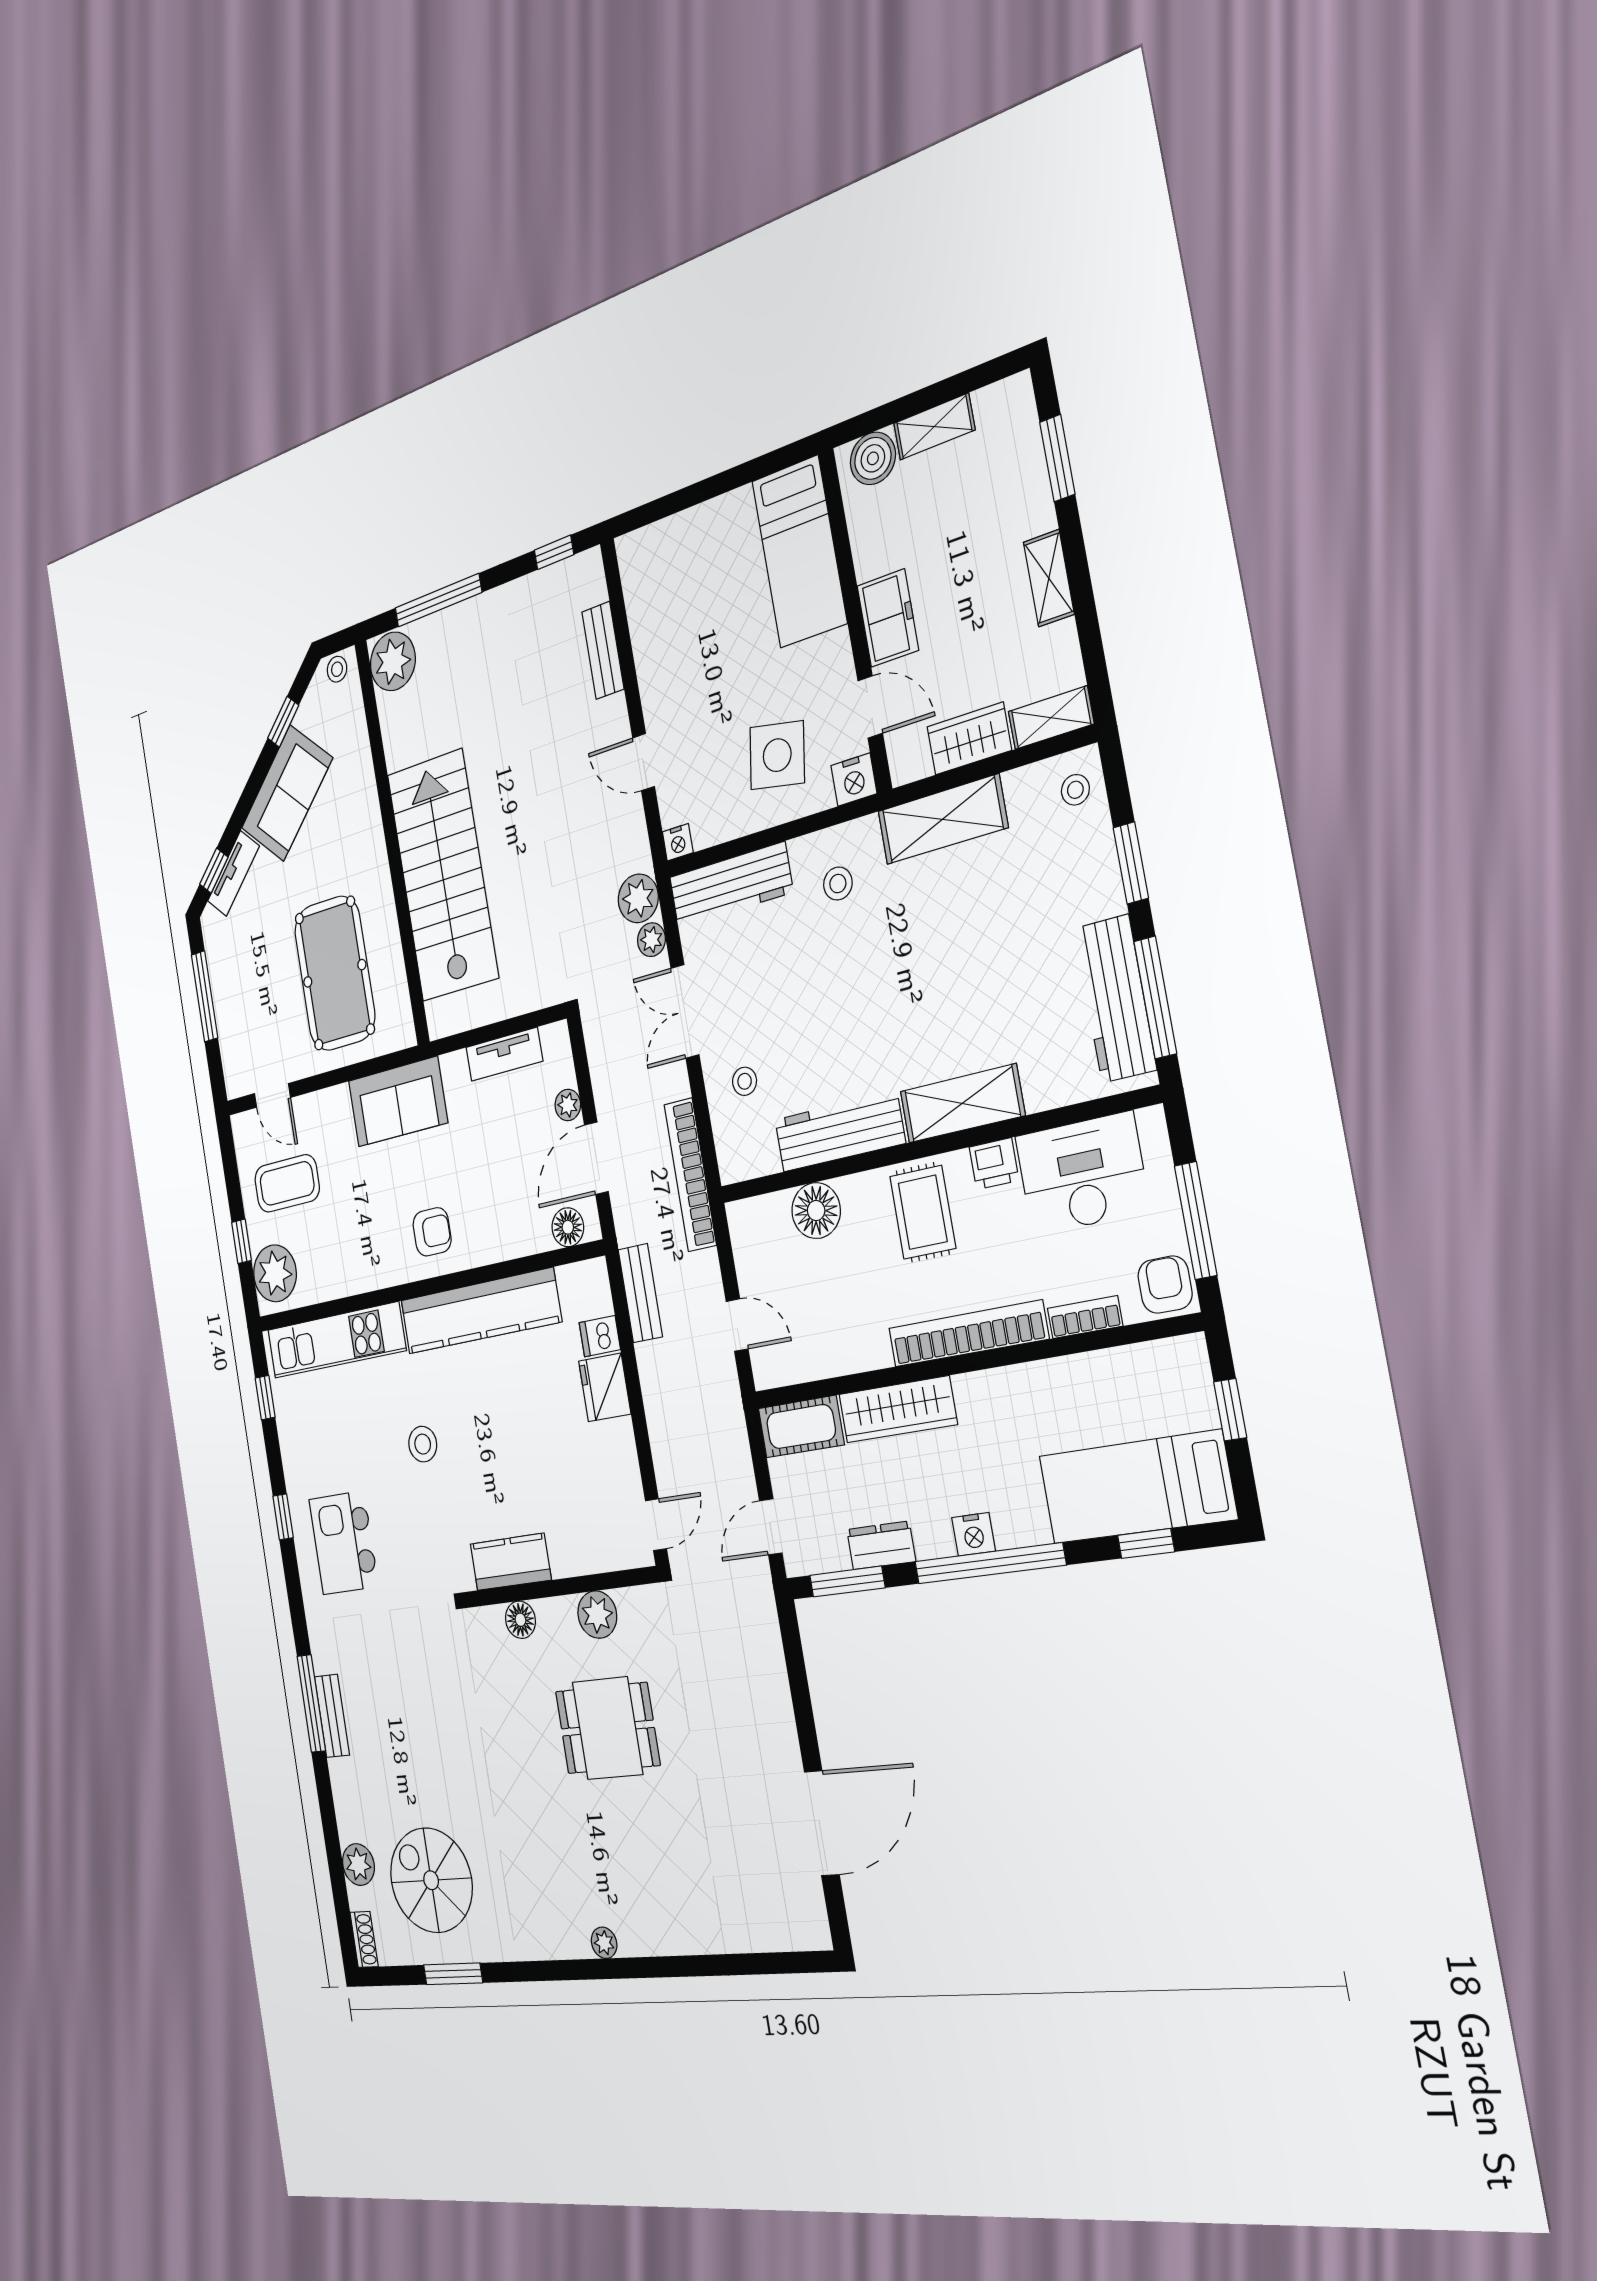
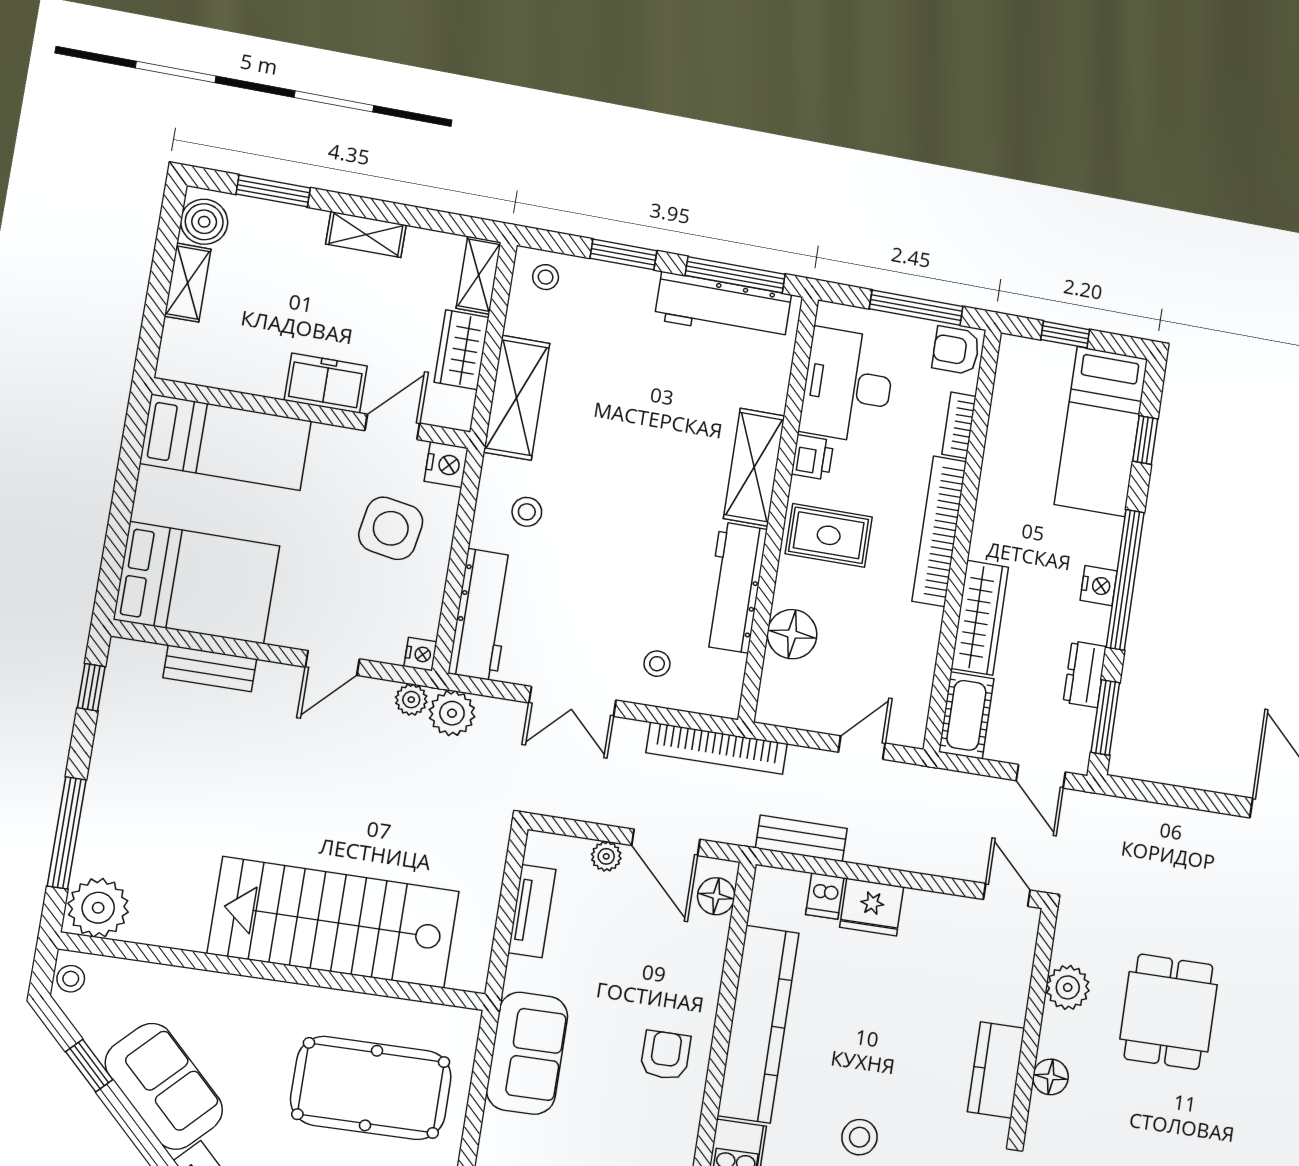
boiler: (873, 458) -> (204, 222), moved
bed: (669, 596) -> (197, 583), added
plant: (651, 940) -> (411, 700), moved

